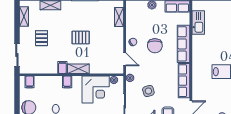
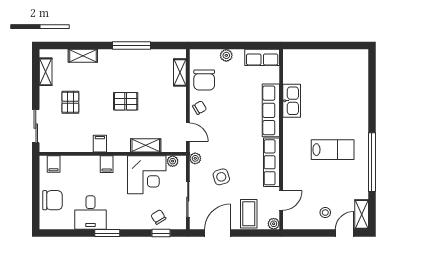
kitchen sink: (198, 23) -> (292, 101), moved
chair: (155, 46) -> (204, 80), moved
shelving: (78, 69) -> (146, 145), moved

